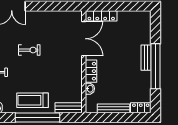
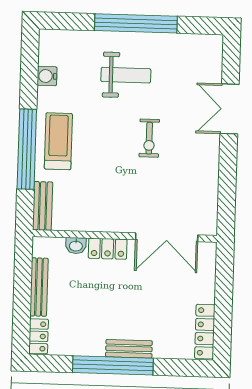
locker: (101, 16) -> (205, 332), moved

